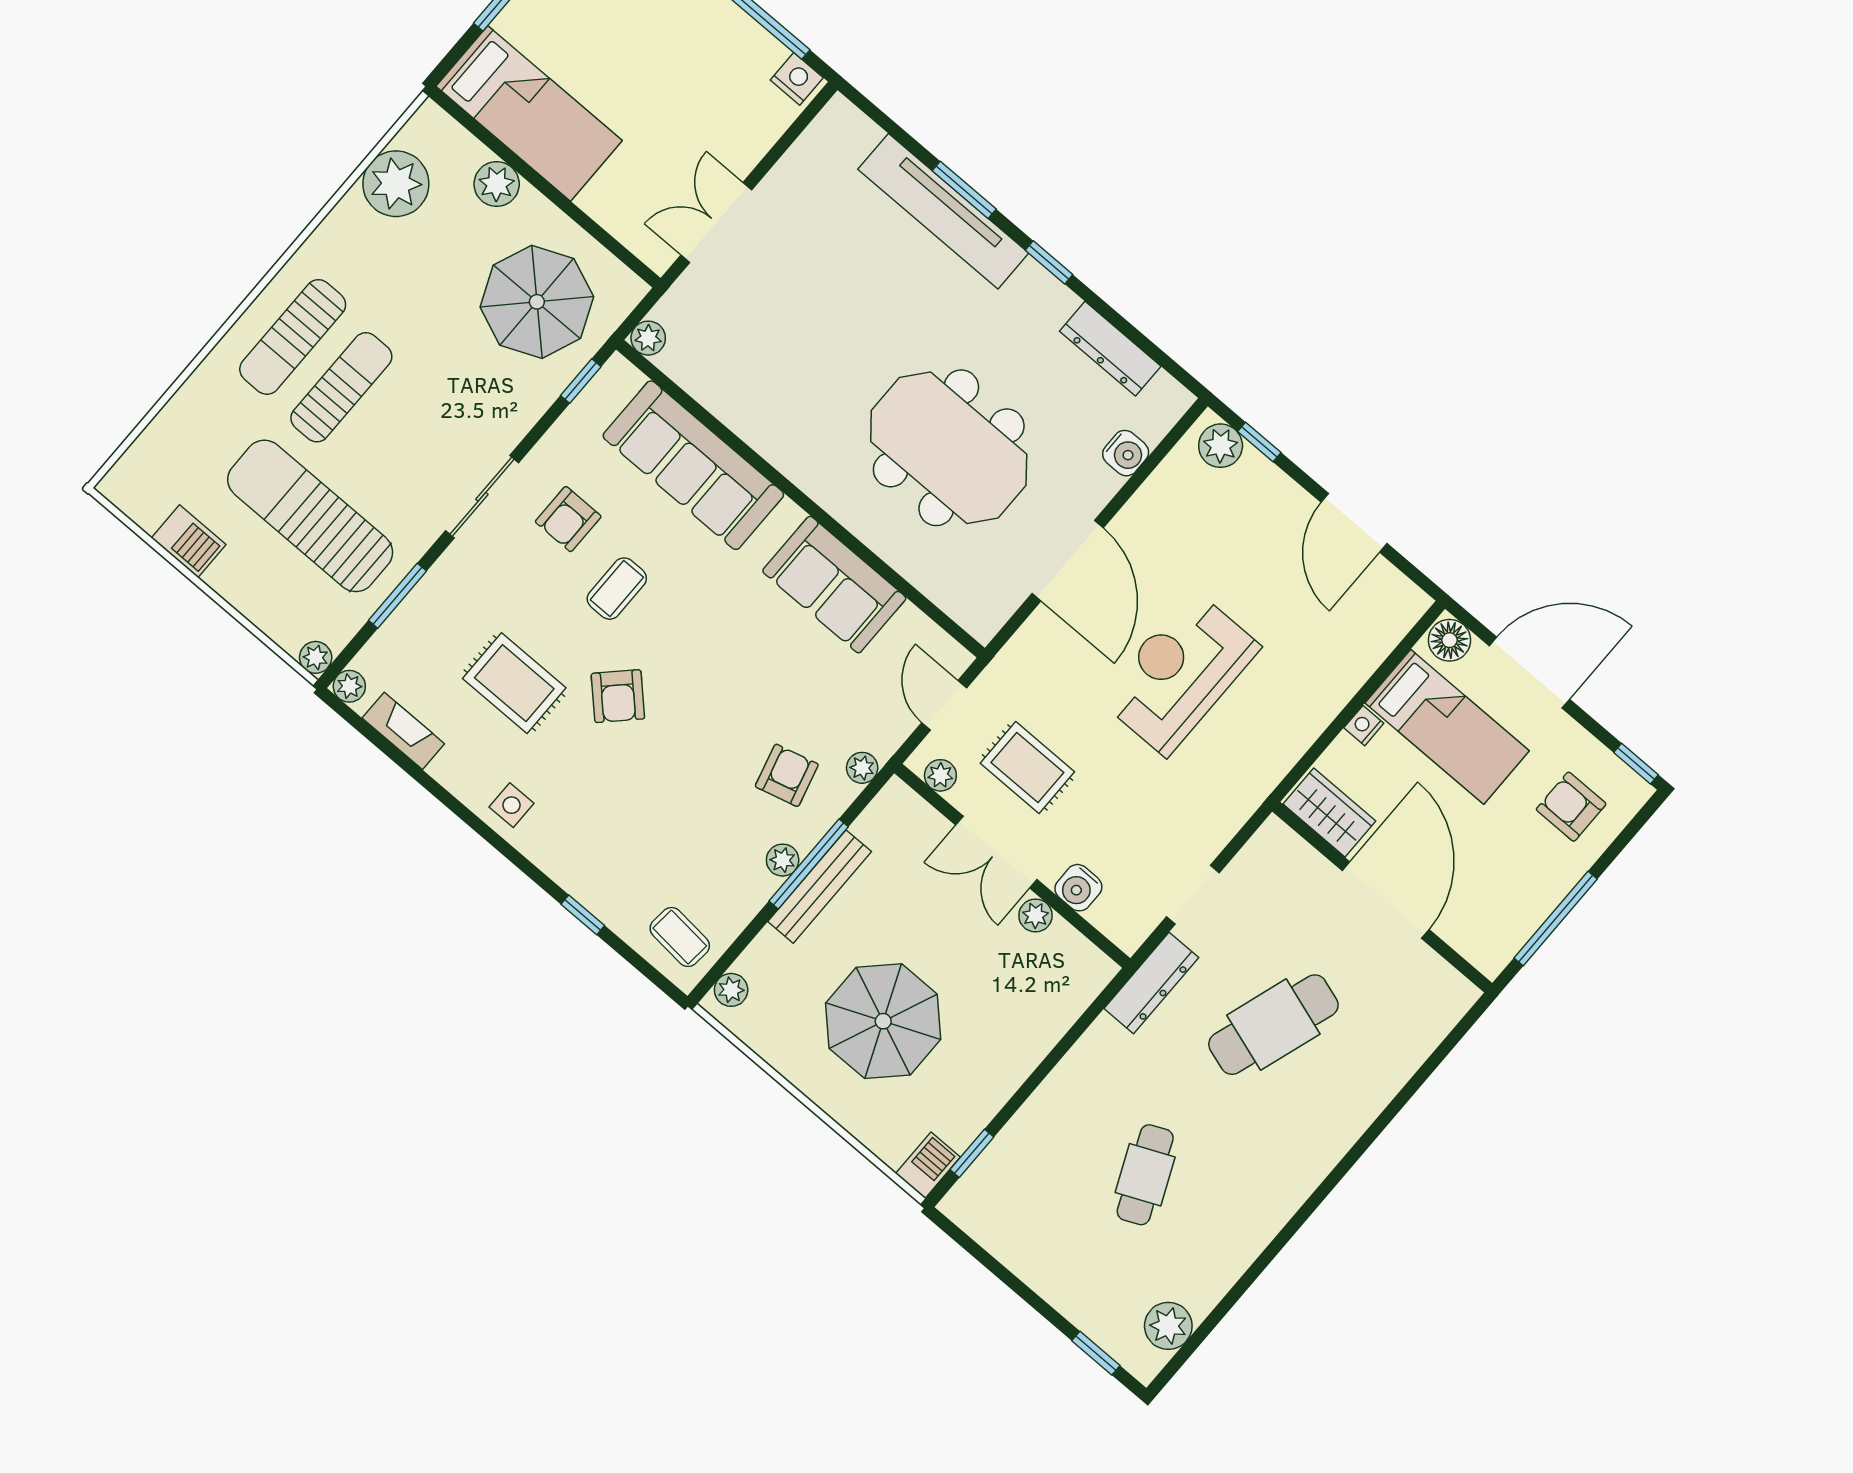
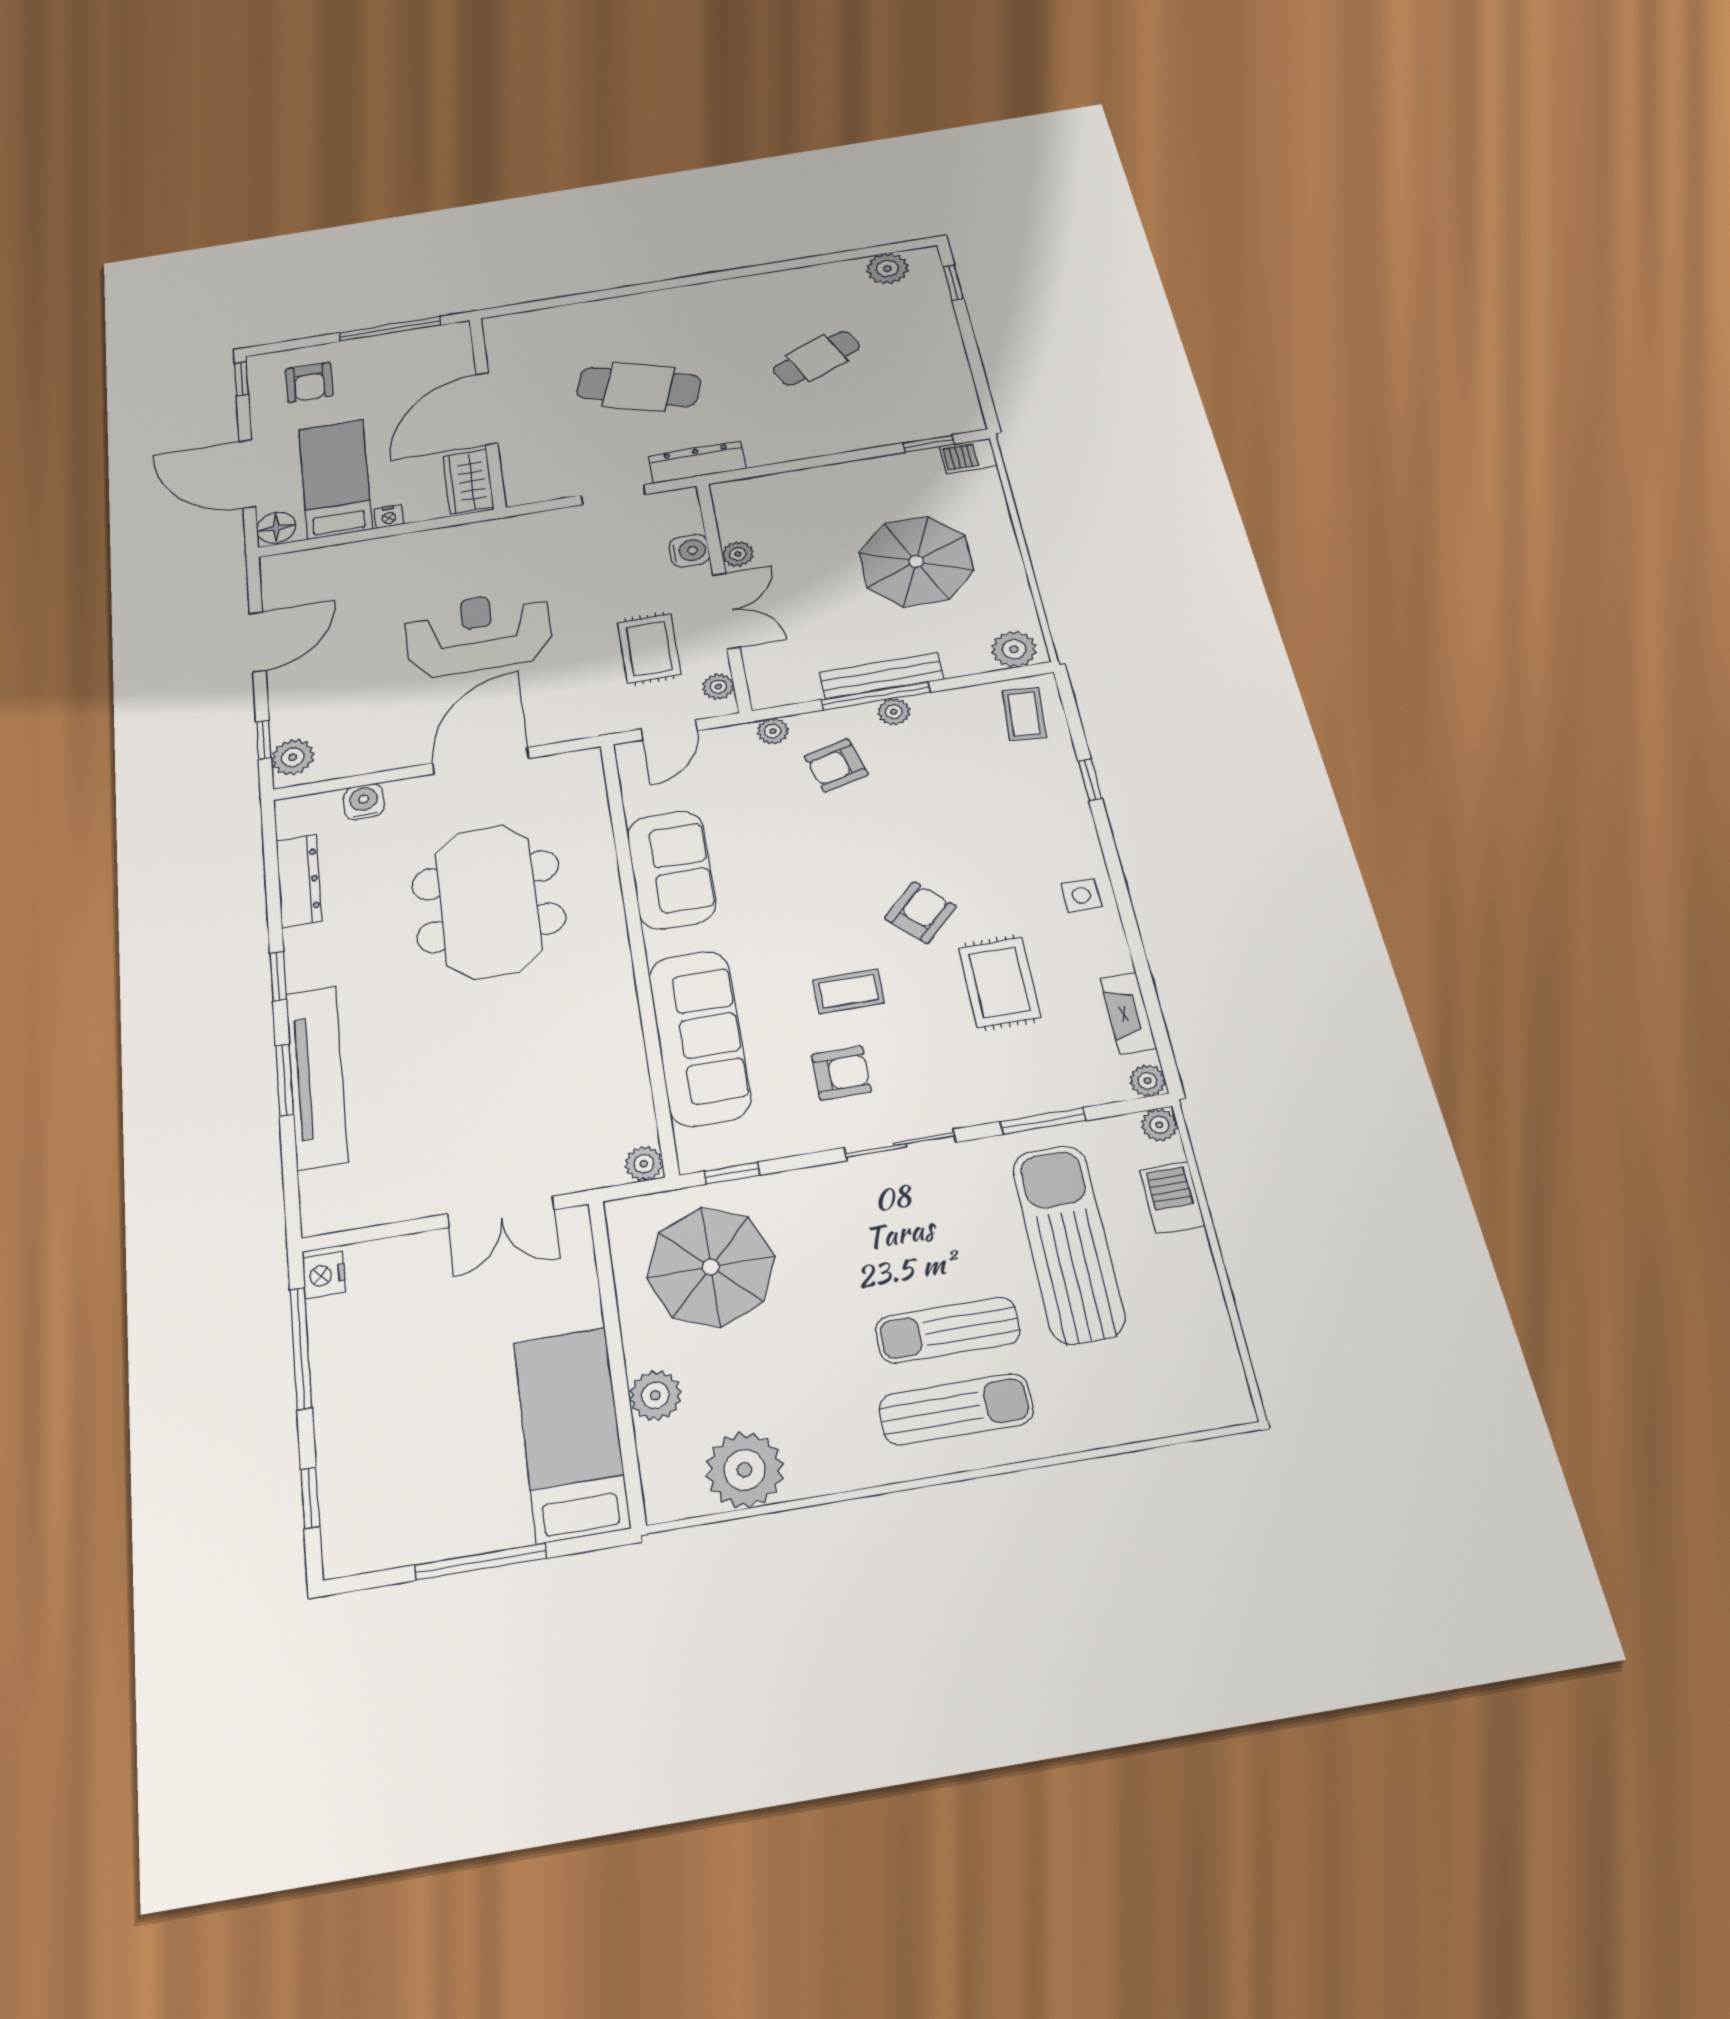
sun lounger: (310, 516) -> (1068, 1243), turned 180
barbecue: (189, 541) -> (1172, 1198), moved
reception desk: (1180, 673) -> (478, 633), turned 180
plant: (731, 990) -> (1014, 649), width x1.38, depth x1.38

